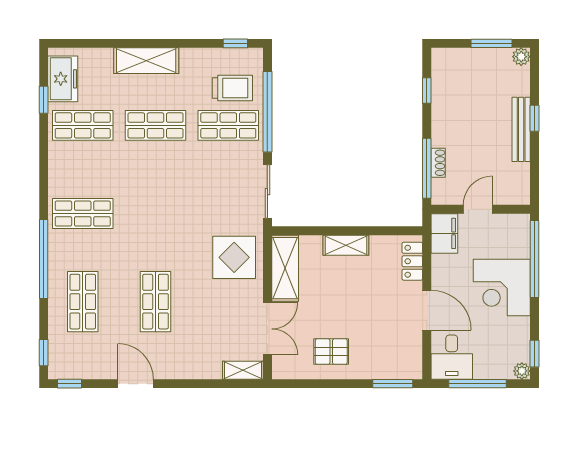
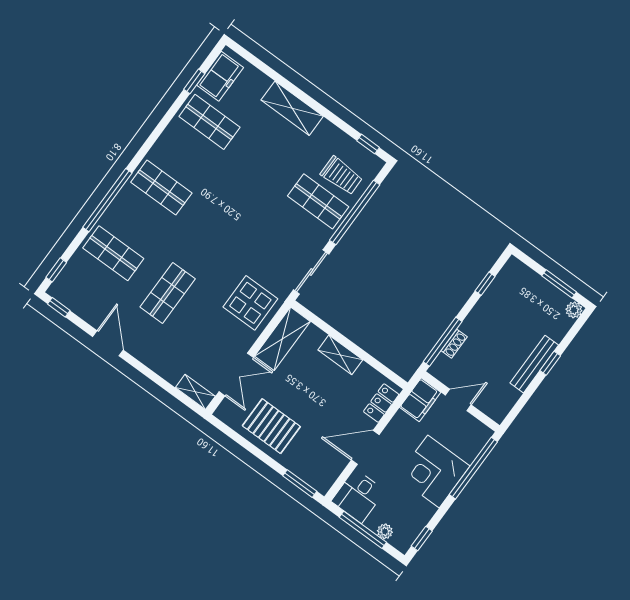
shop shelf: (156, 125) -> (264, 162), removed
shop shelf: (83, 302) -> (113, 253), turned 90
door: (427, 310) -> (365, 447), swing flipped
pallet: (331, 352) -> (271, 426), width x1.50, depth x1.42
plant: (522, 371) -> (385, 531), moved

